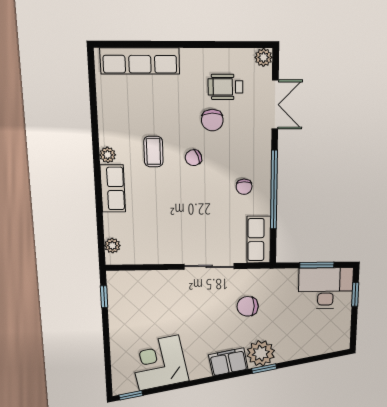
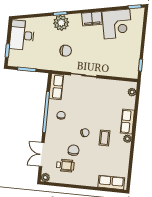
row of seats: (140, 61) -> (111, 182), width x0.68
desk: (326, 288) -> (22, 35), moved, turned 90
filing cabinet: (228, 362) -> (92, 19), moved

